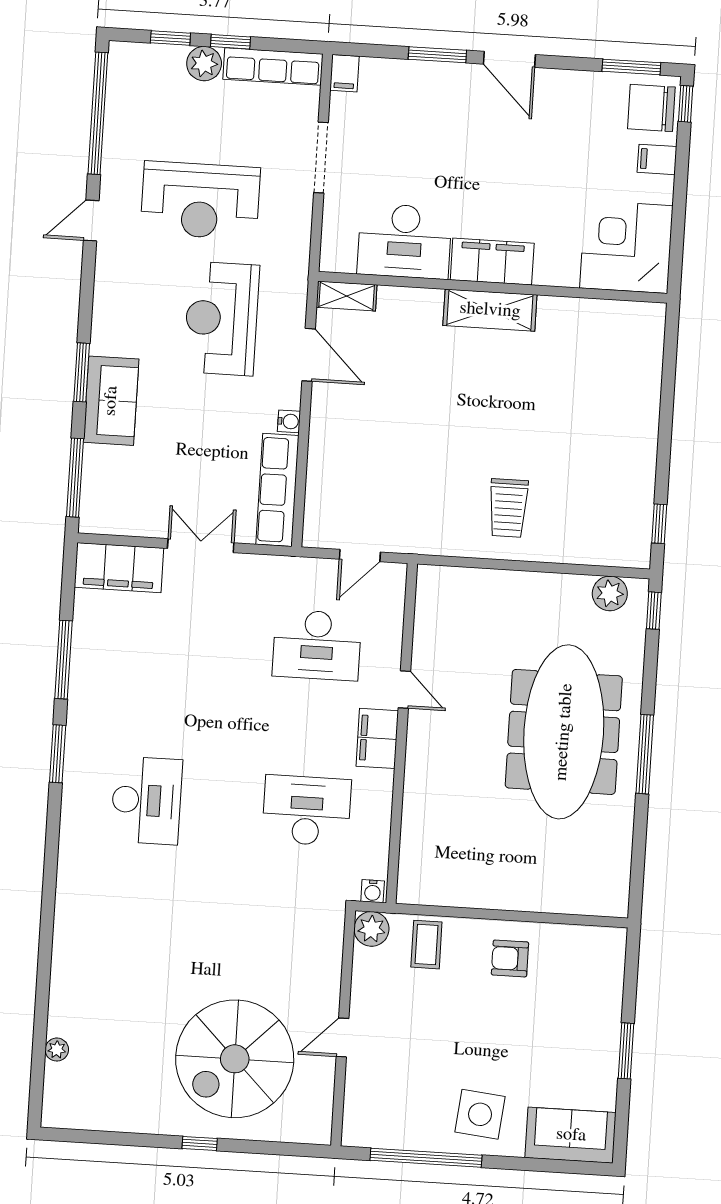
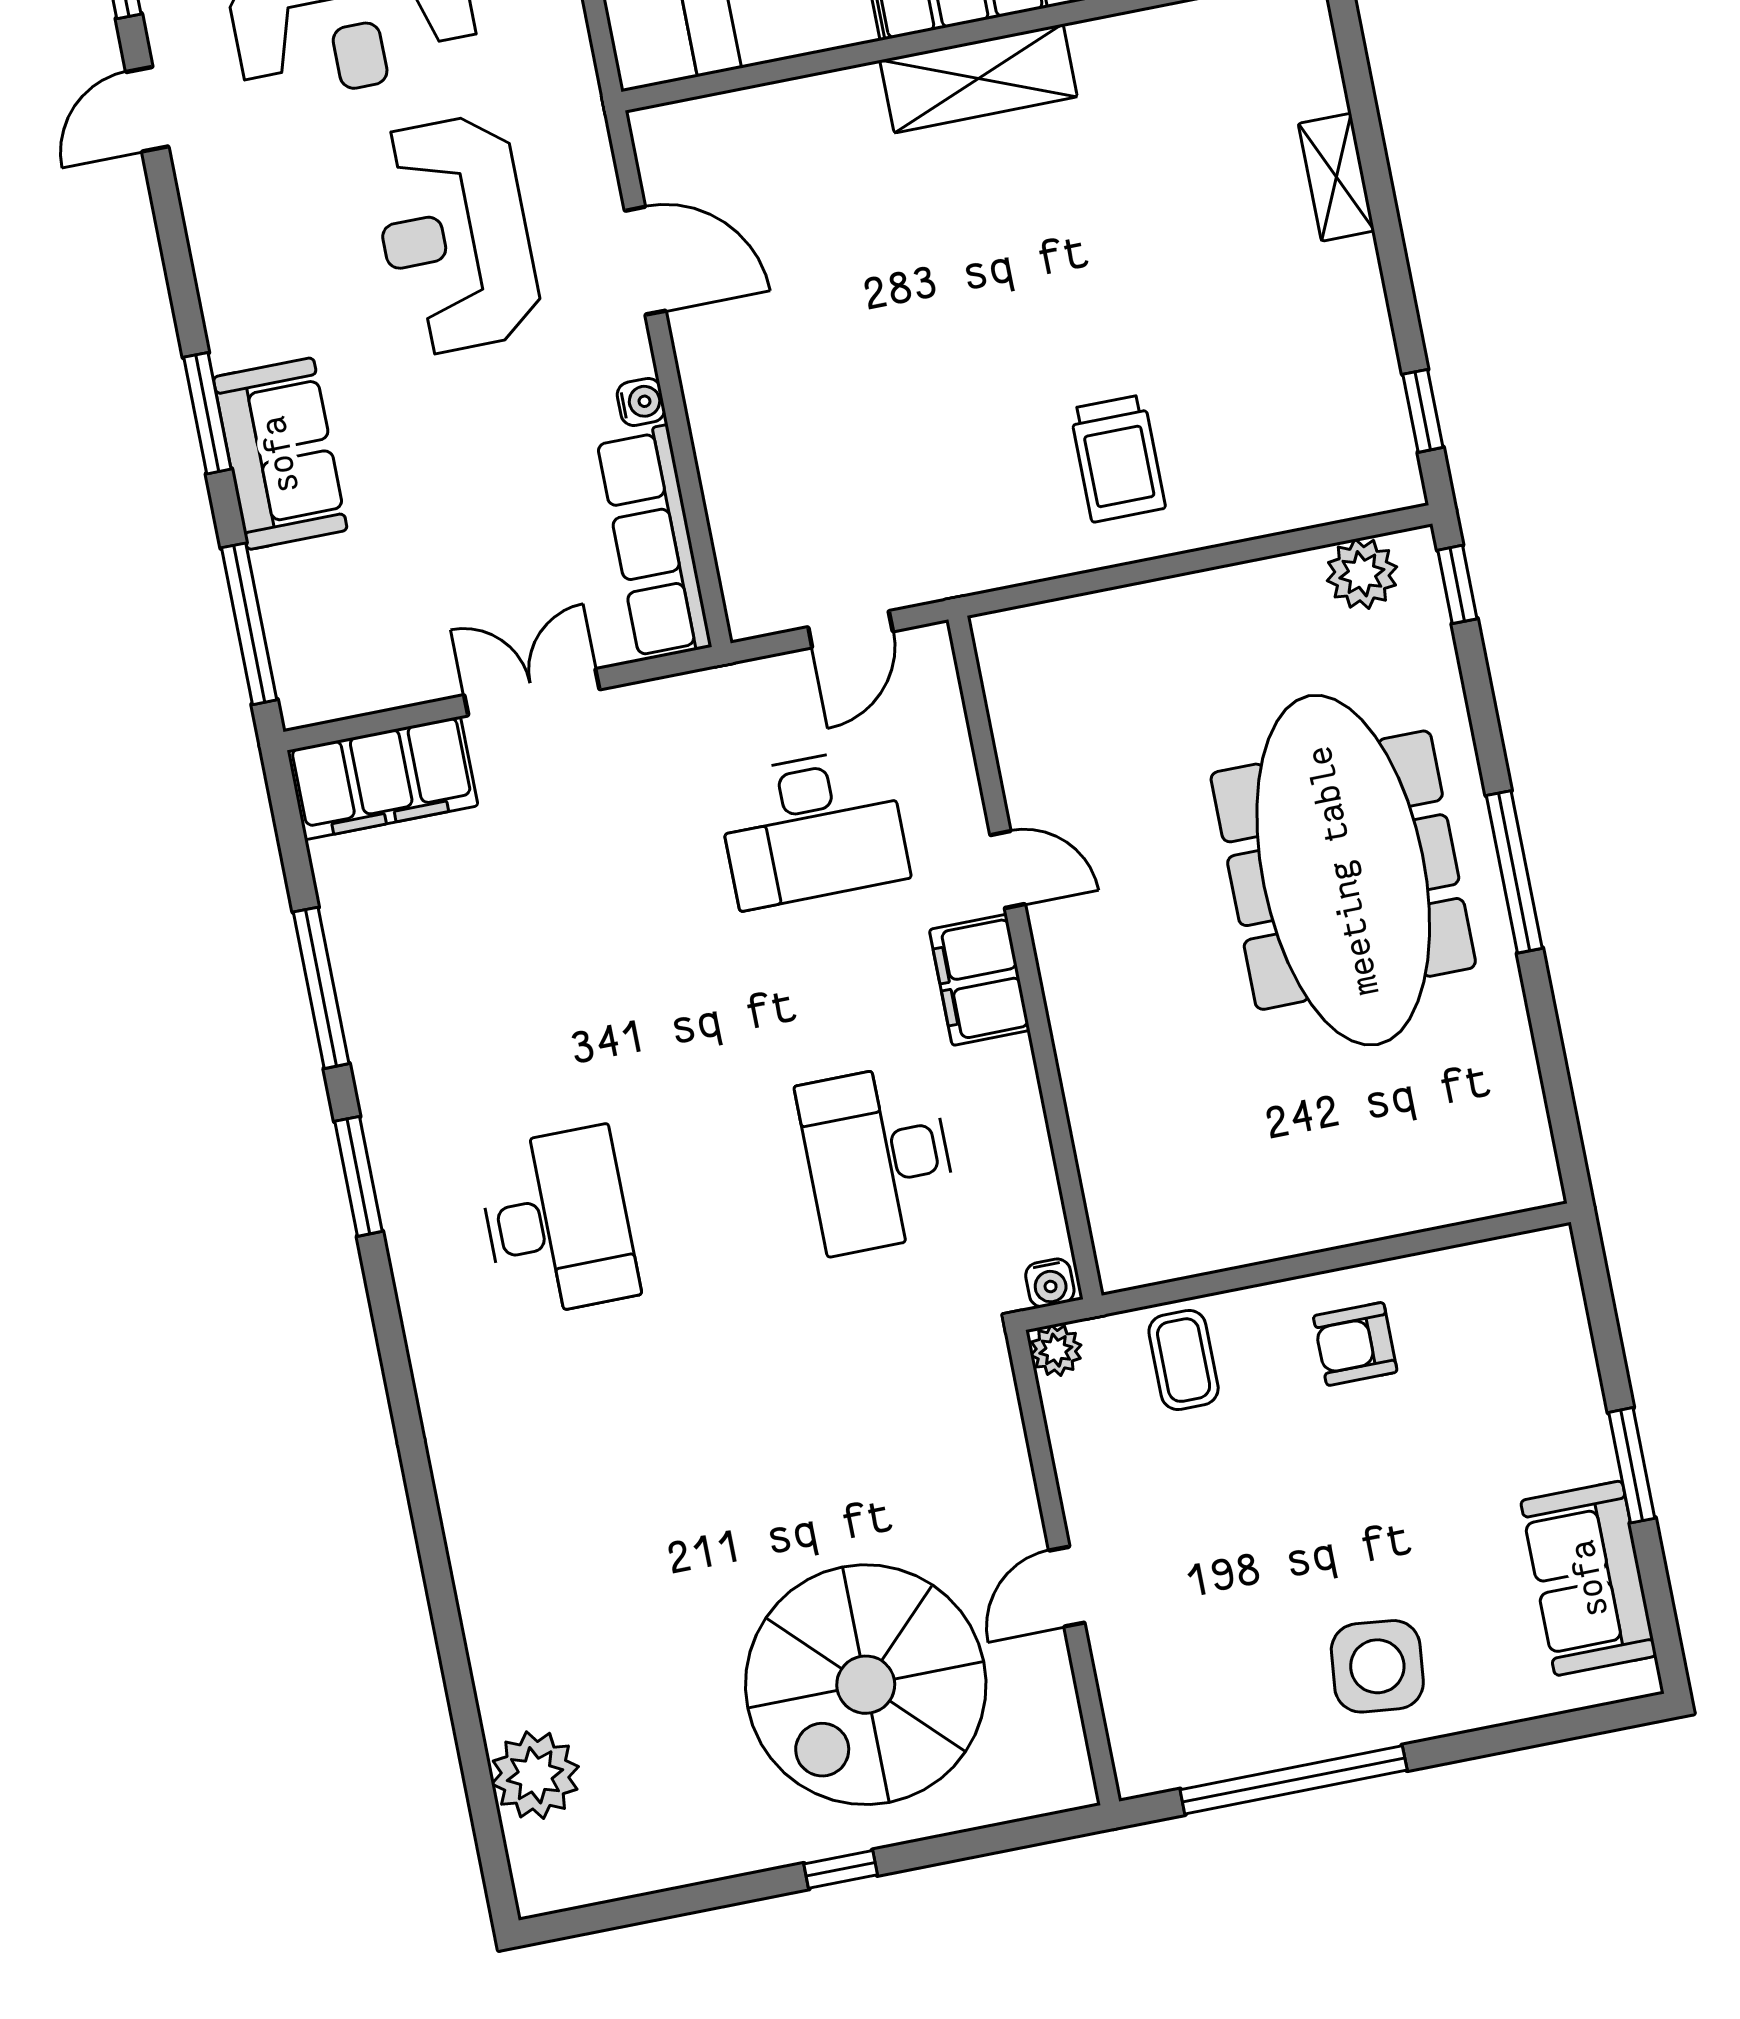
shelving: (347, 296) -> (1336, 177), moved, turned 90
desk: (307, 811) -> (878, 1159), turned -90
plant: (371, 929) -> (1056, 1350), width x0.73, depth x0.73
plant: (57, 1050) -> (535, 1775), width x1.88, depth x1.88
sofa: (571, 1135) -> (1589, 1578), moved, turned -90

